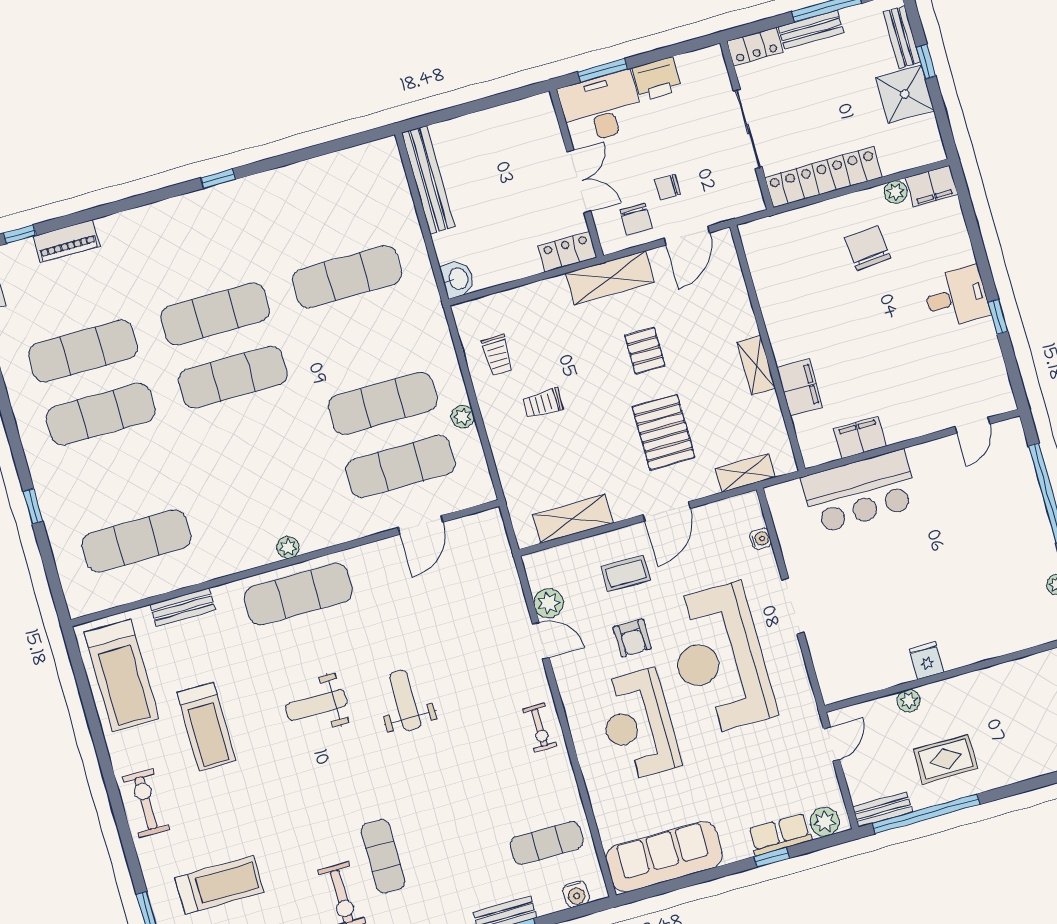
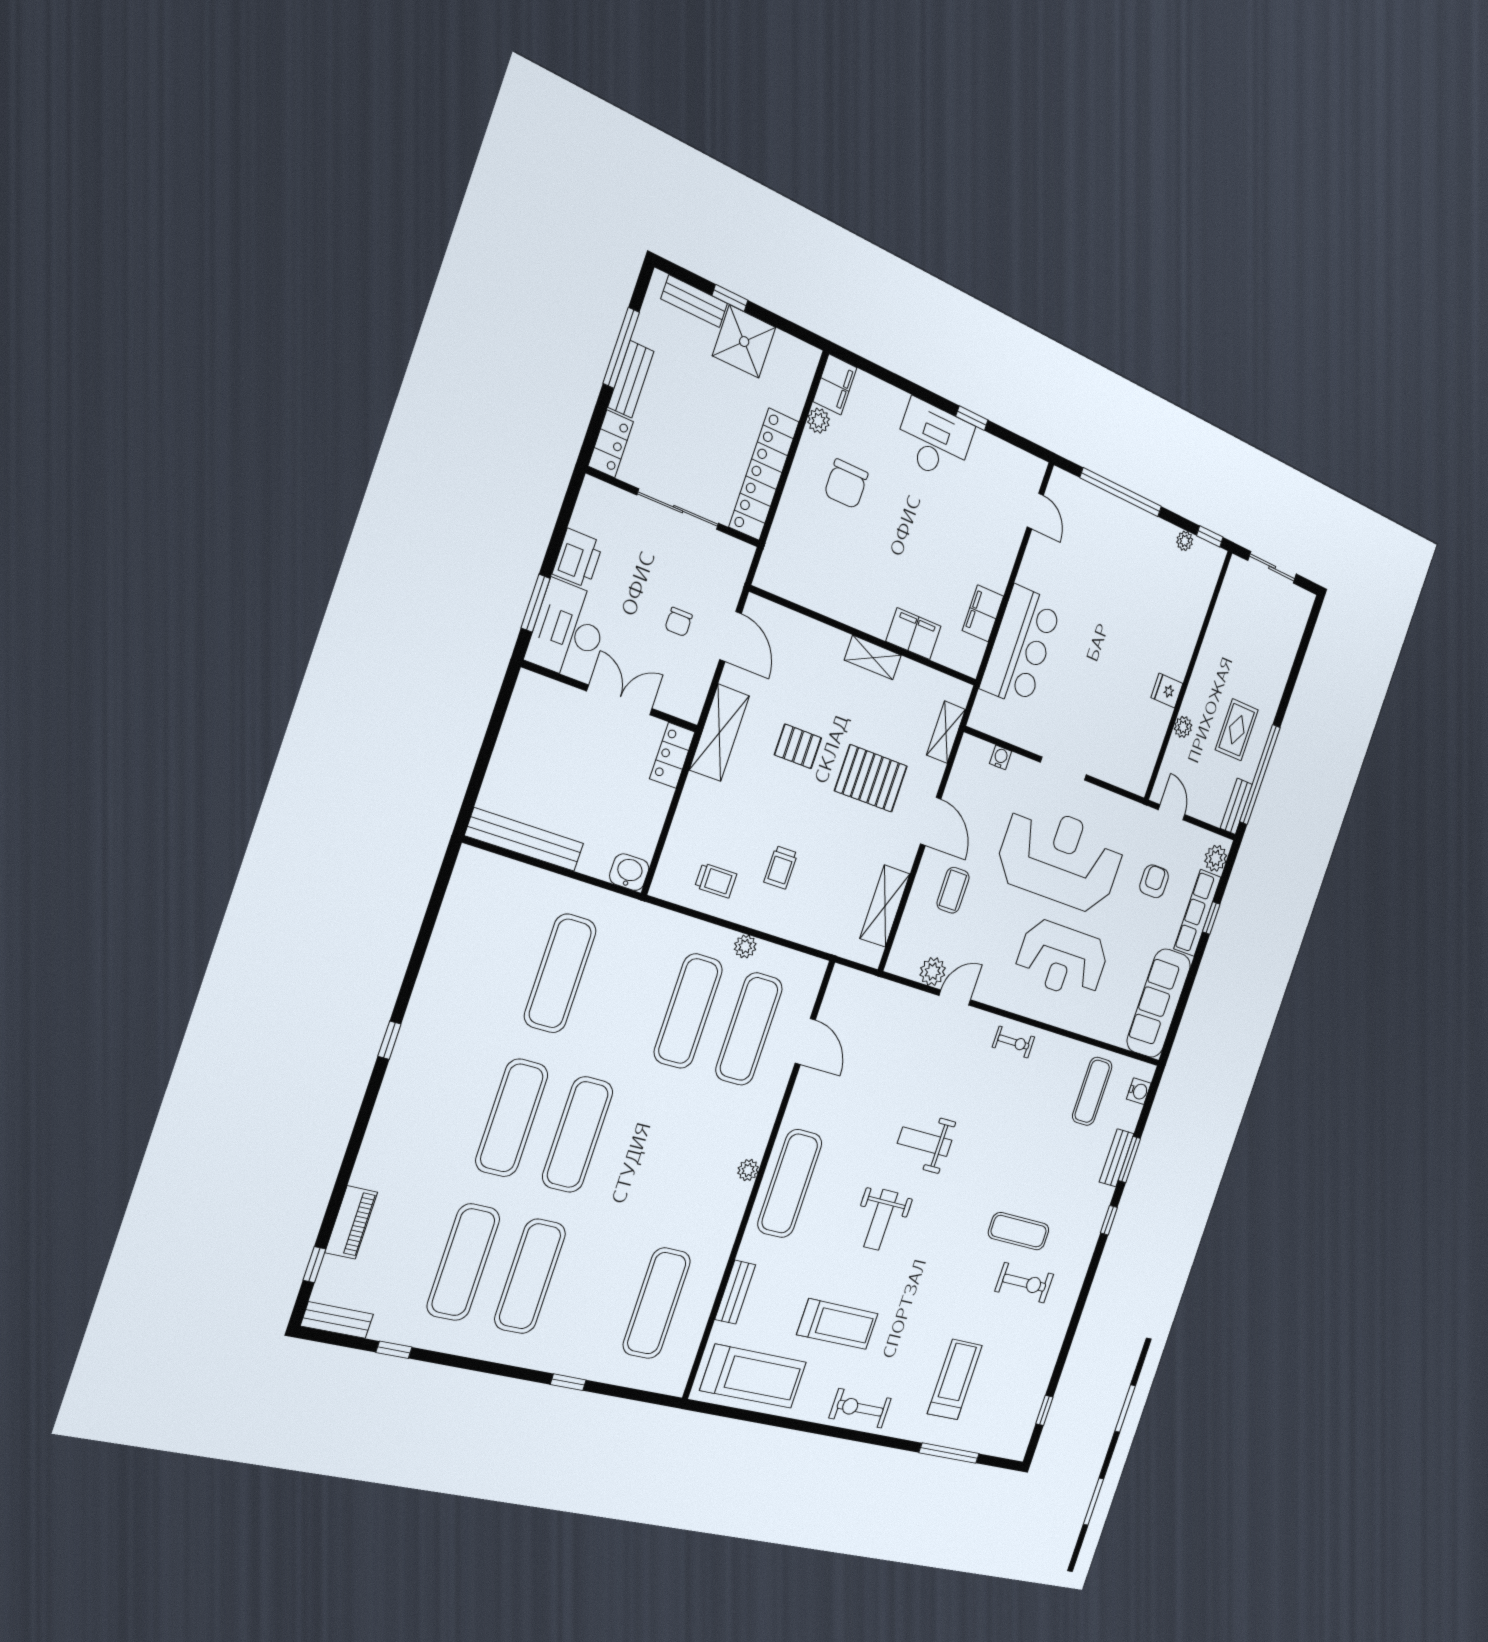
chair: (636, 219) -> (686, 672), removed
chair: (868, 248) -> (846, 484), turned -85
desk: (956, 297) -> (934, 440), width x1.37
armchair: (632, 638) -> (1154, 881), moved, turned -90
reception desk: (719, 659) -> (1061, 858), turned 180
row of seats: (780, 834) -> (1197, 913), width x1.48

